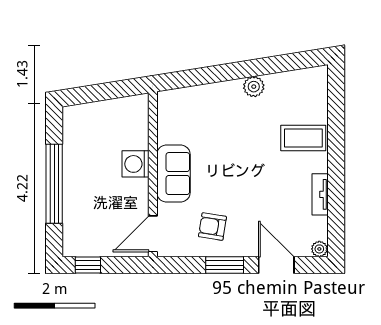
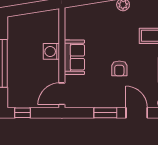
armchair: (212, 227) -> (119, 68), moved, turned -99

